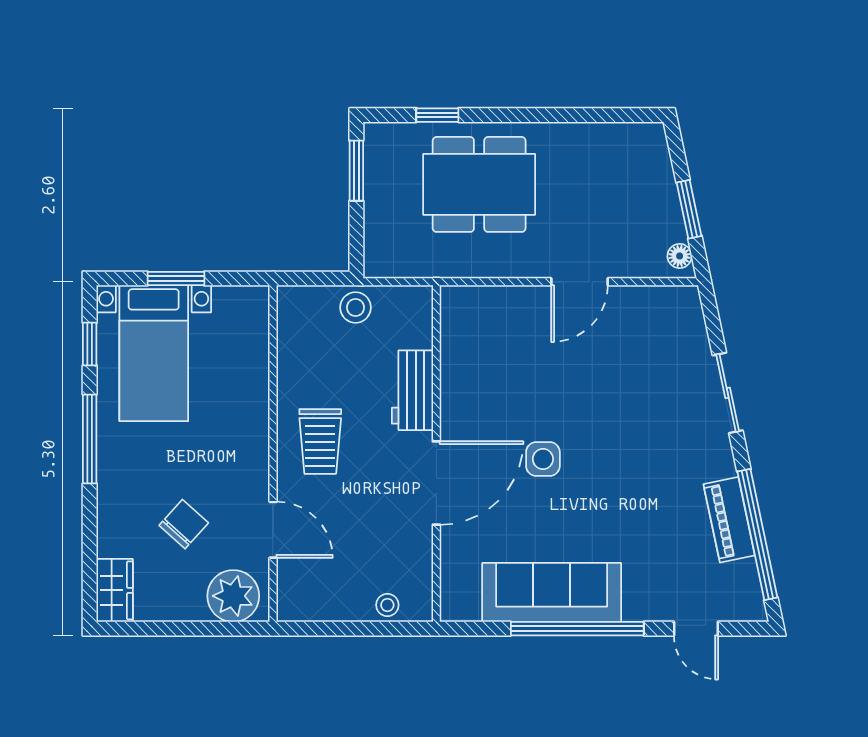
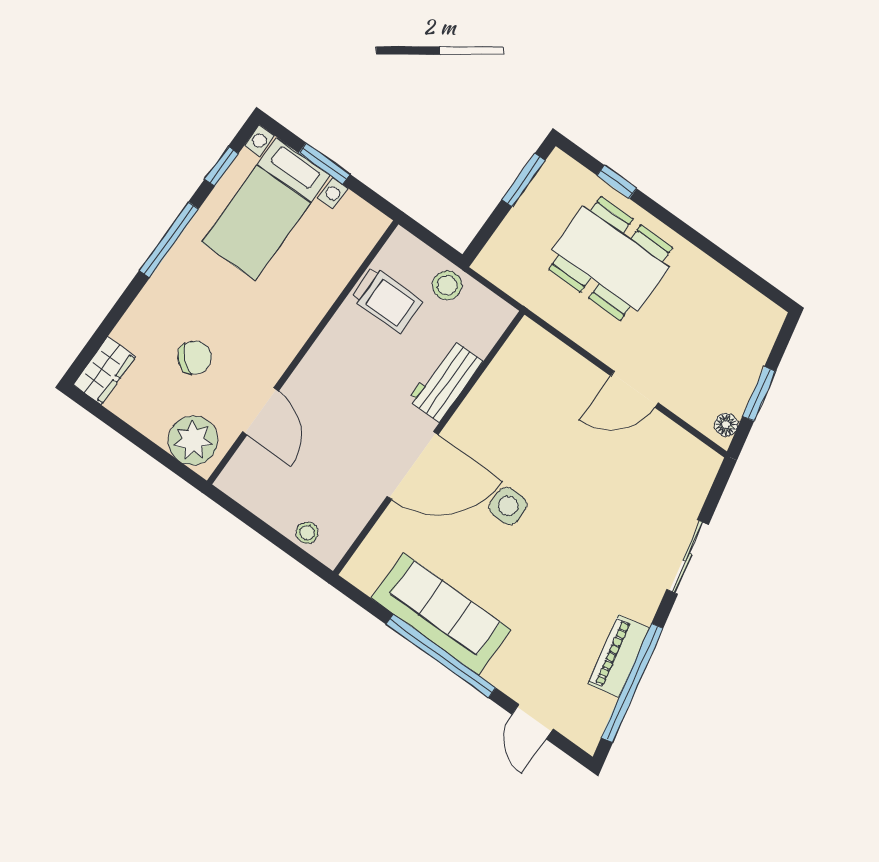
trolley: (320, 441) -> (387, 300), moved, turned -90

